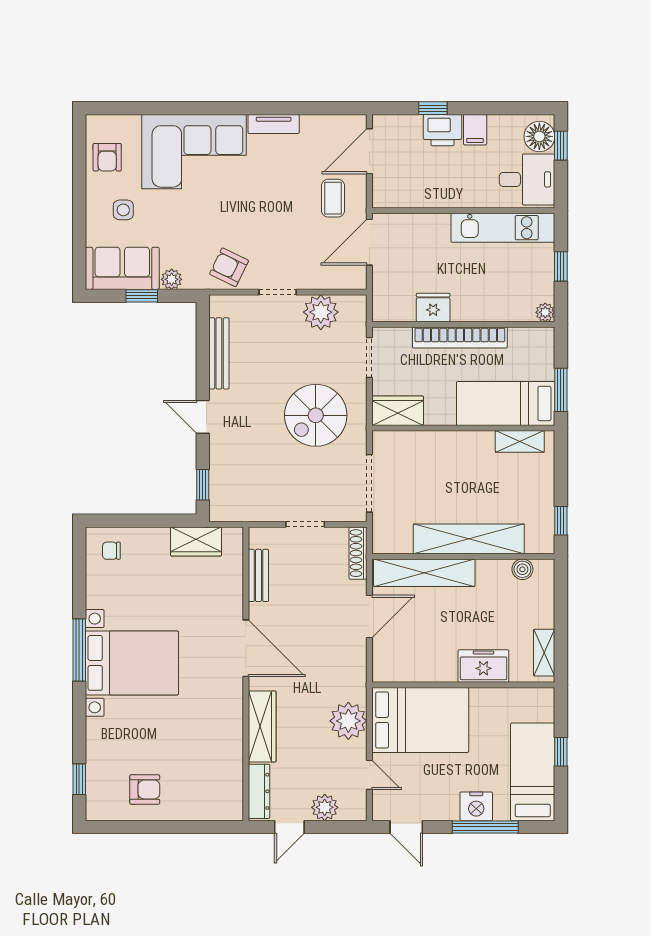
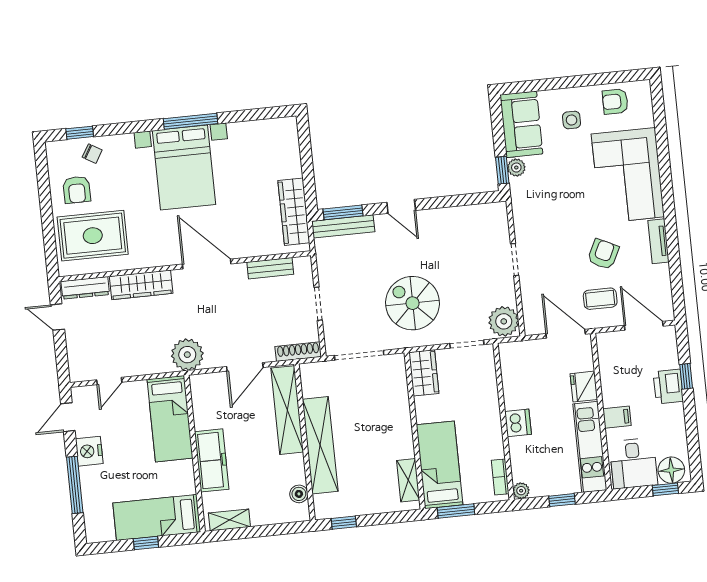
filing cabinet: (475, 130) -> (617, 417), moved, turned 180
armchair: (229, 267) -> (603, 254), moved
window: (142, 296) -> (502, 170), moved
fridge: (433, 307) -> (584, 387), moved, turned 180
dishwasher: (467, 308) -> (518, 423), added
plant: (321, 312) -> (504, 321), moved
bookcase: (460, 337) -> (500, 477), moved, width x0.43, depth x0.76
bench: (219, 353) -> (343, 226), moved
door: (203, 417) -> (401, 206), swing flipped
window: (203, 485) -> (343, 212), width x1.50
wardrobe: (196, 542) -> (294, 212), width x1.50
chair: (111, 551) -> (92, 154), moved, turned 121
door: (369, 617) -> (245, 367), hinge flipped
door: (246, 648) -> (207, 264), swing flipped
freezer: (483, 666) -> (212, 460), width x1.40
bed: (420, 720) -> (170, 419), width x0.67
plant: (348, 721) -> (187, 355), moved
bed: (533, 772) -> (157, 517), moved, turned 180
rug: (200, 776) -> (93, 236), added
nightstand: (476, 806) -> (89, 451), moved
plant: (325, 807) -> (77, 346), removed

